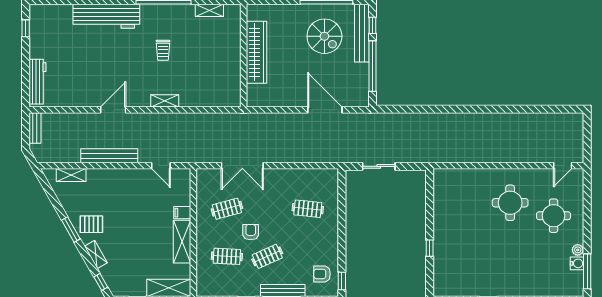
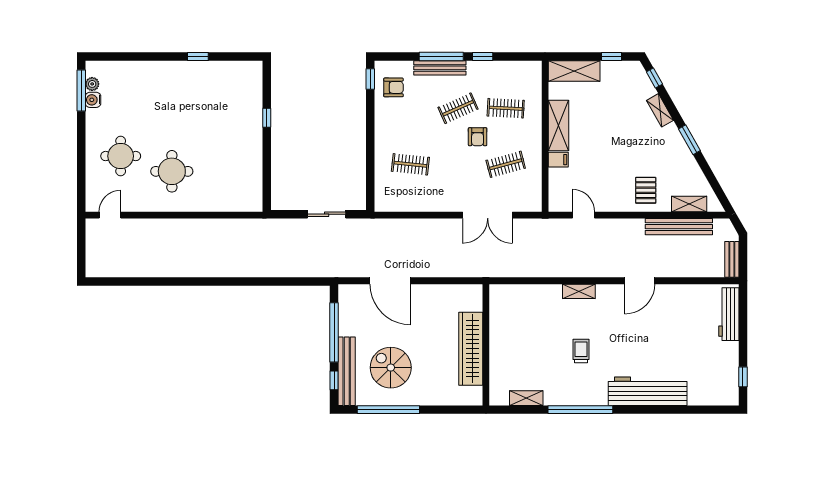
bench: (109, 156) -> (679, 227), moved
double door: (242, 166) -> (488, 215), swing flipped
pallet: (91, 224) -> (646, 190), moved, turned 90
plant: (578, 250) -> (92, 84), moved

